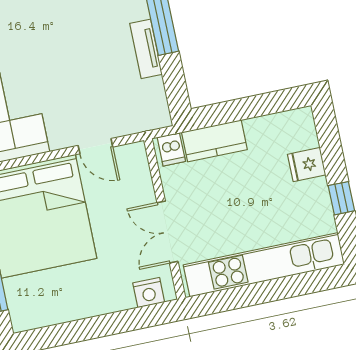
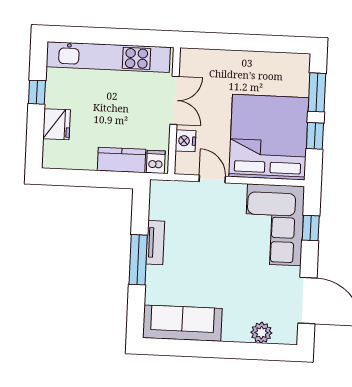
fridge: (307, 165) -> (57, 124), width x1.38
nightstand: (149, 293) -> (186, 141), moved, turned -90

